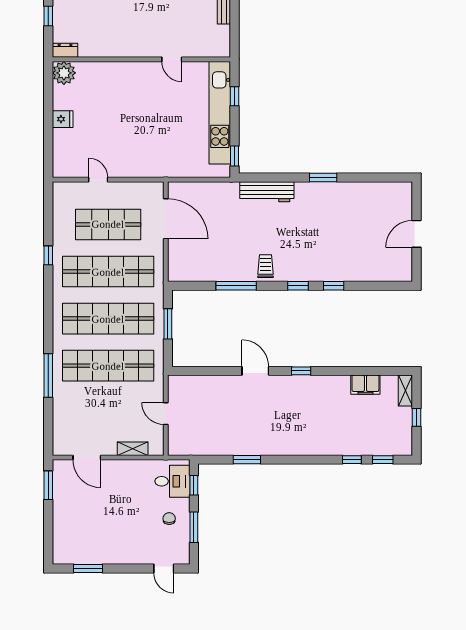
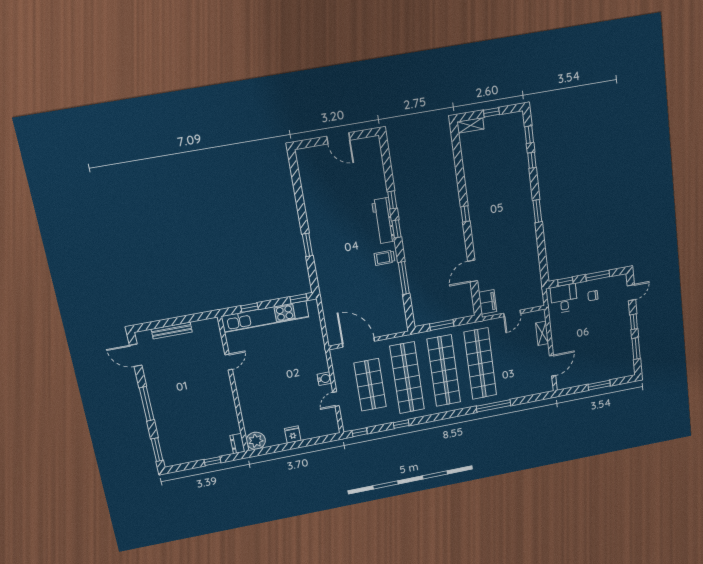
water cooler: (127, 170) -> (324, 379), added
window: (323, 178) -> (307, 245), moved
workbench: (267, 192) -> (383, 221), moved, turned 180
window: (48, 202) -> (360, 432), added
door: (166, 219) -> (358, 342), hinge flipped
door: (255, 371) -> (473, 271), moved
filing cabinet: (365, 385) -> (488, 302), moved
window: (247, 460) -> (537, 211), moved
window: (48, 485) -> (599, 385), moved
window: (125, 568) -> (634, 322), added

